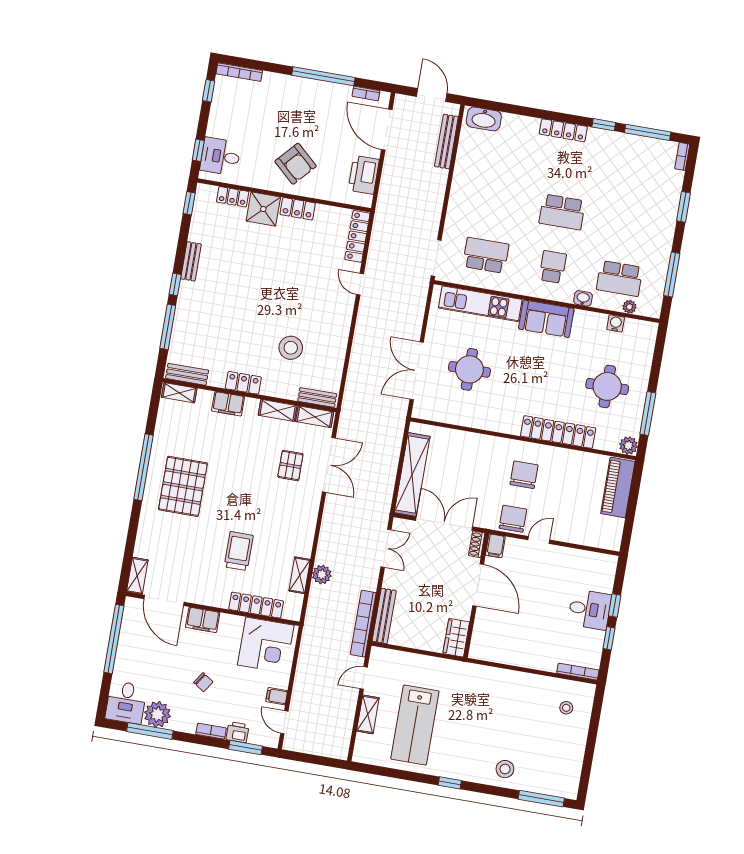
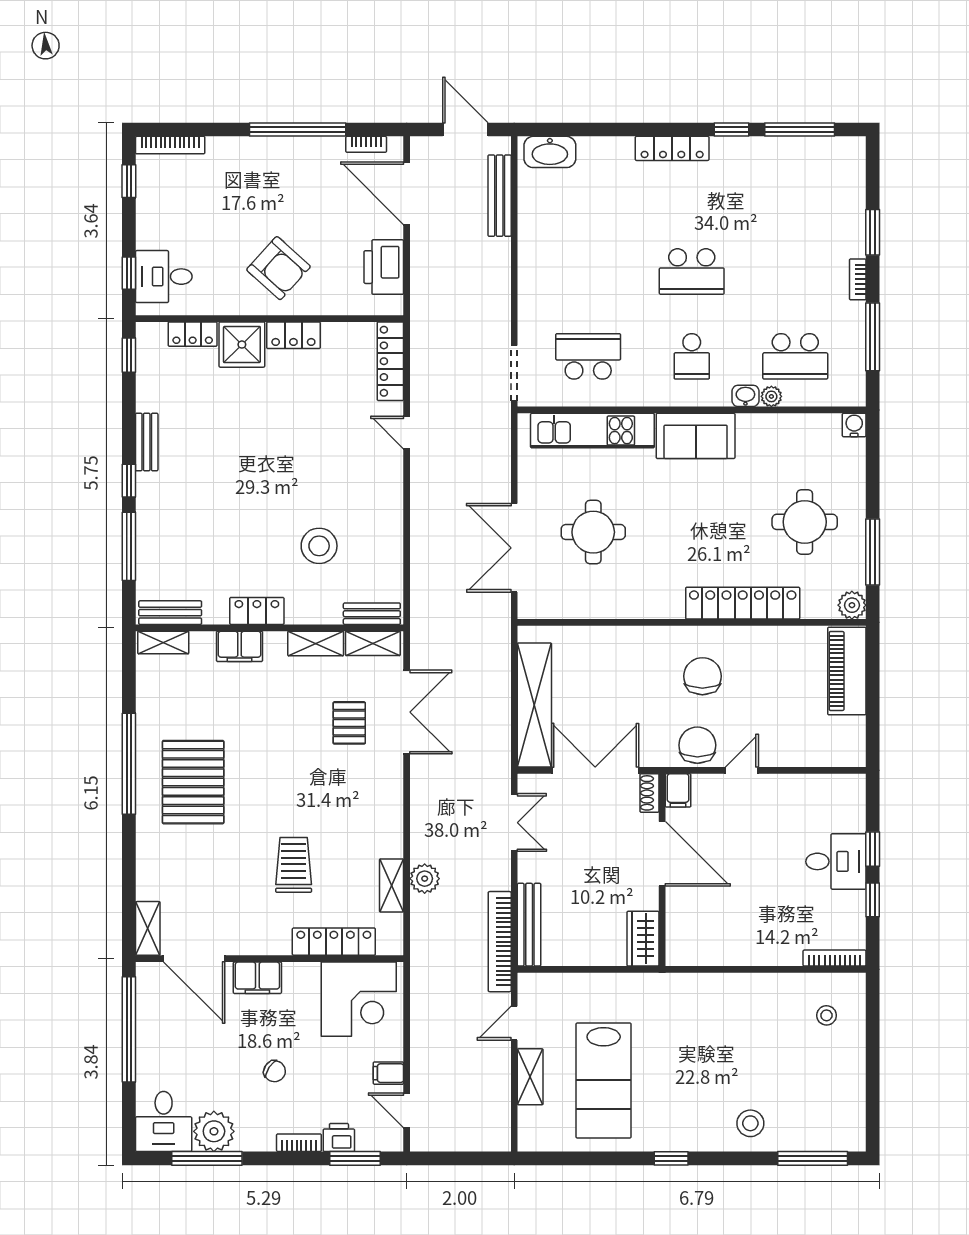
bookcase: (682, 156) -> (858, 279), moved
school desk: (553, 267) -> (692, 356), turned 180
plant: (629, 307) -> (771, 396), moved
water cooler: (616, 323) -> (854, 425), moved

